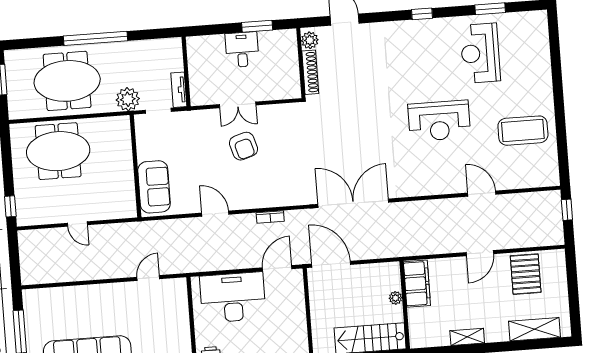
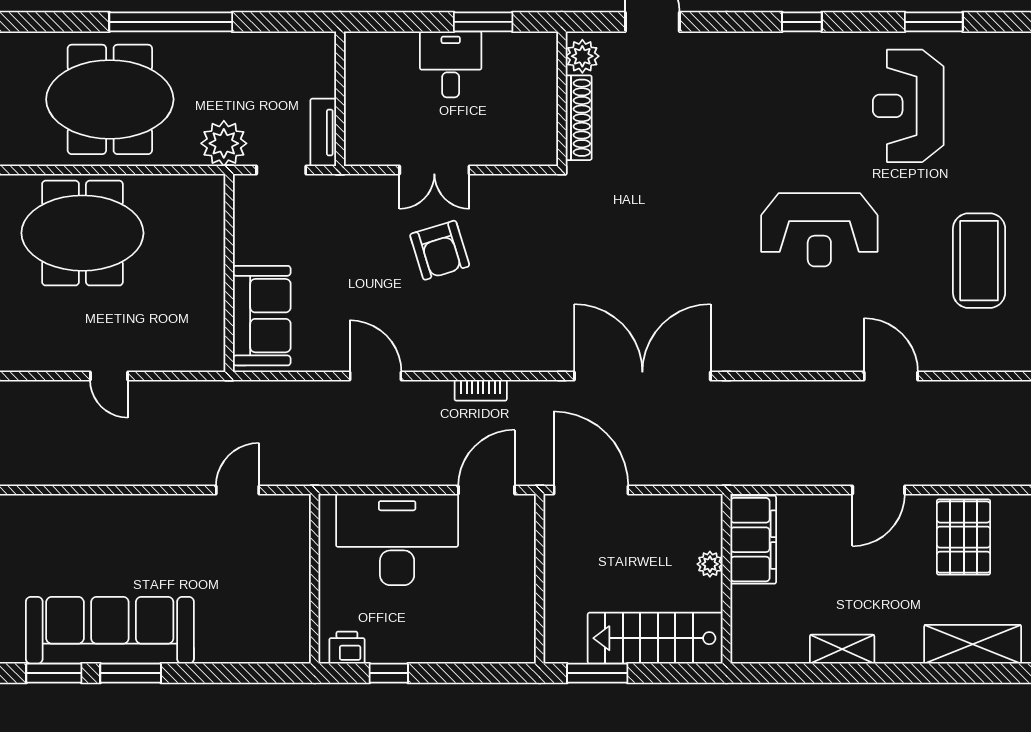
coffee table: (523, 131) -> (979, 261), turned 90

